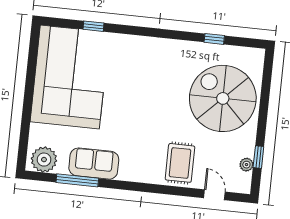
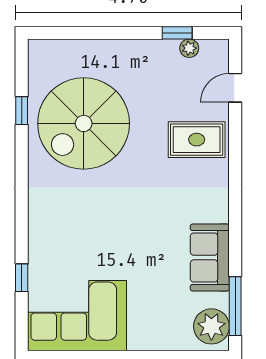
corner sofa: (70, 77) -> (77, 316), width x0.73, depth x0.74
spiral stairs: (223, 98) -> (84, 123), moved
window: (77, 180) -> (235, 306), moved

